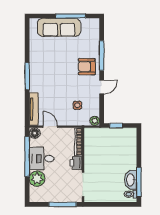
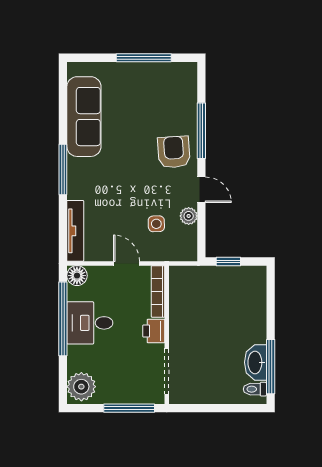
sofa: (59, 27) -> (84, 117), moved, turned -90
armchair: (87, 67) -> (174, 152), turned 86
door: (102, 87) -> (201, 190), hinge flipped
plant: (95, 121) -> (189, 216), moved
door: (50, 127) -> (127, 264), moved
plant: (37, 179) -> (81, 387), moved

